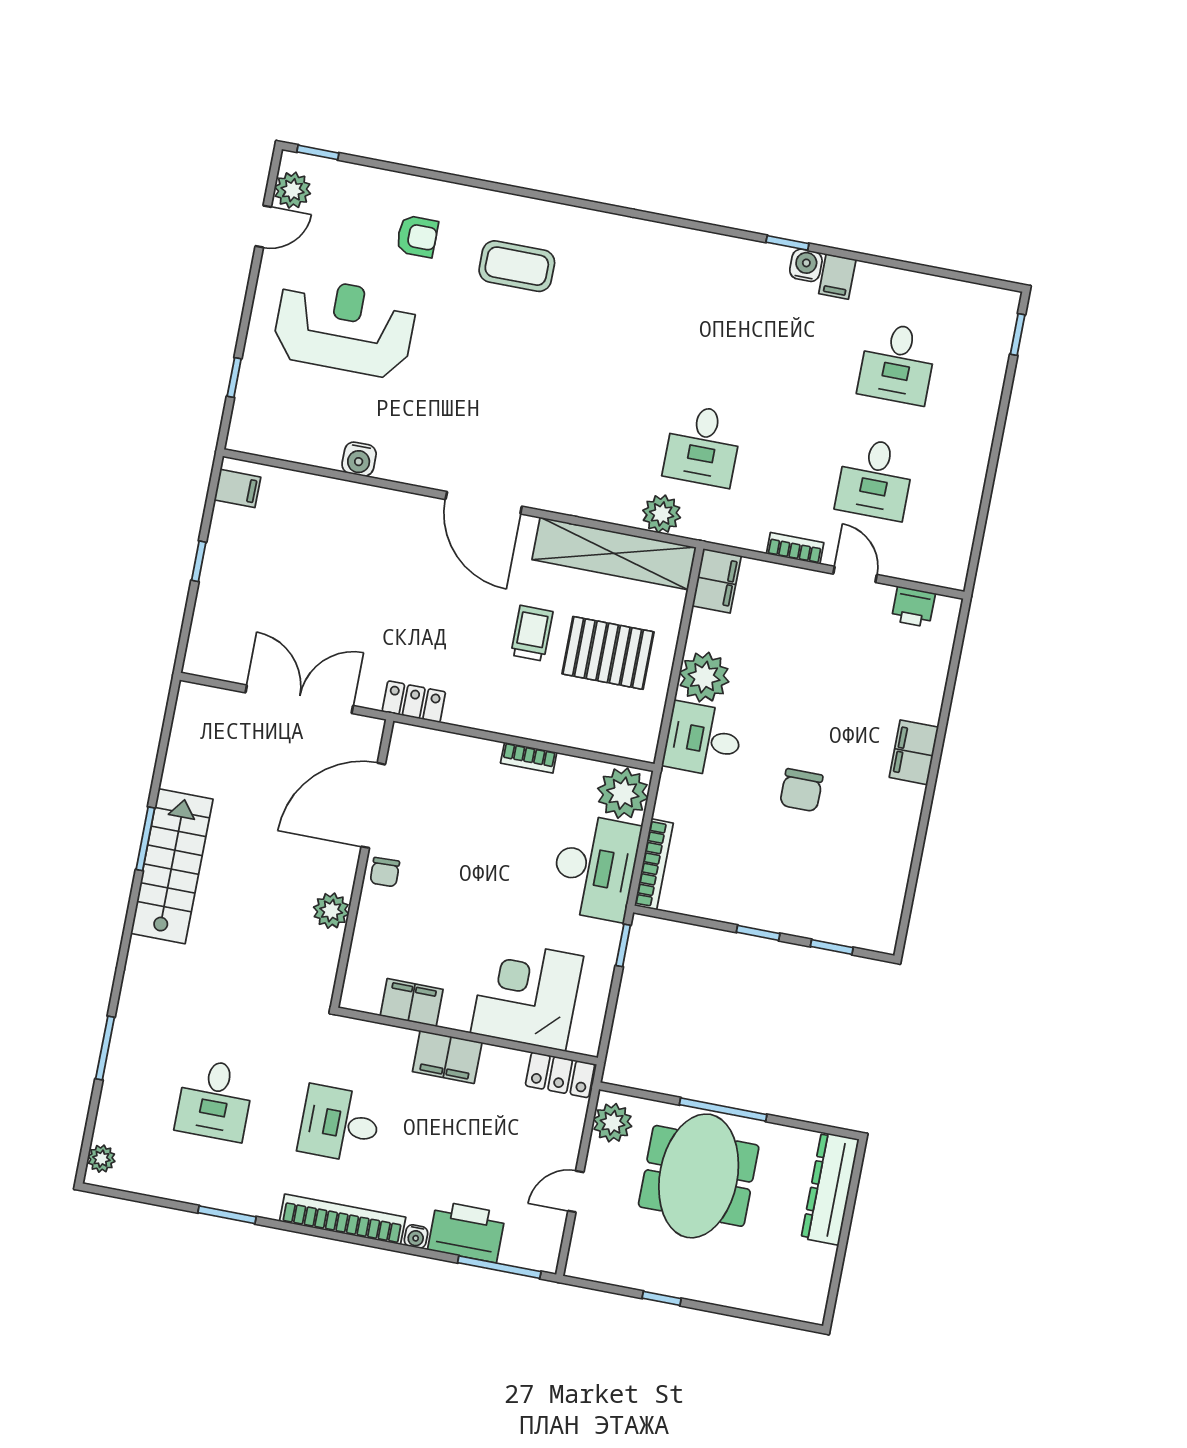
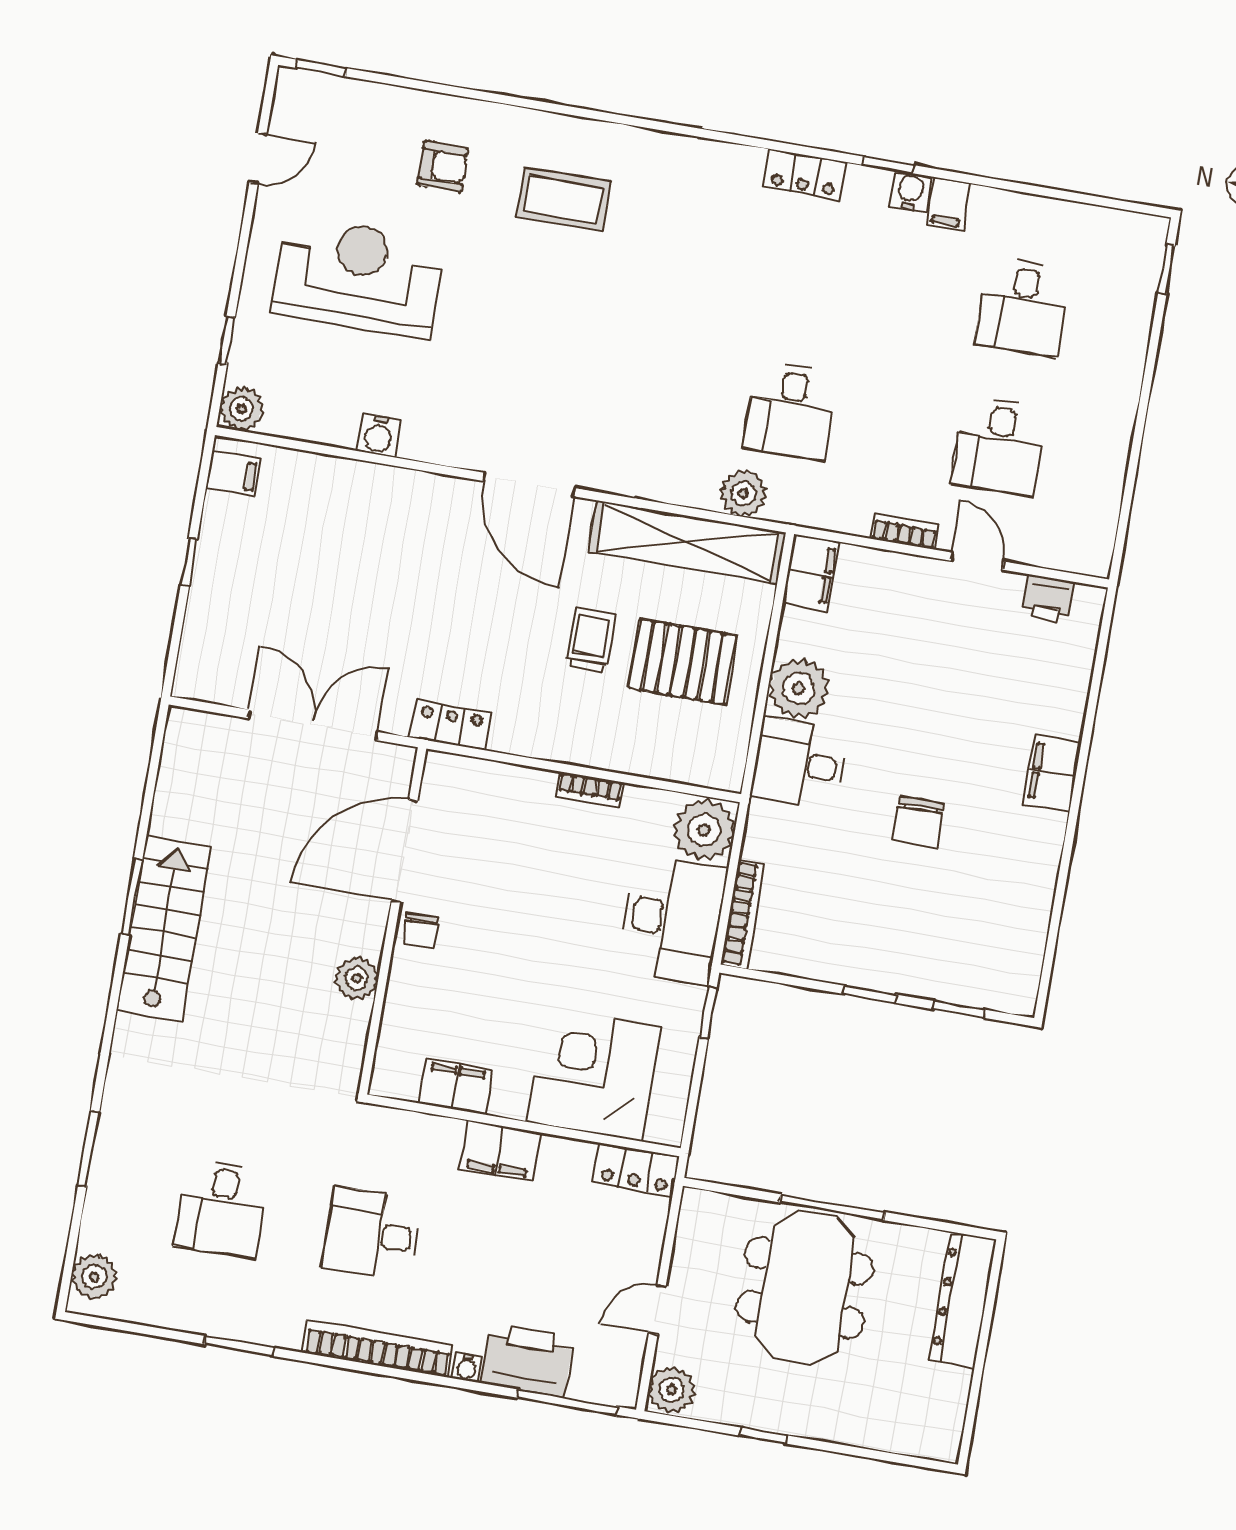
plant: (292, 190) -> (242, 409), moved
locker: (718, 250) -> (804, 175), added
plant: (612, 1123) -> (672, 1390), moved
plant: (101, 1159) -> (94, 1277), width x1.38, depth x1.38

